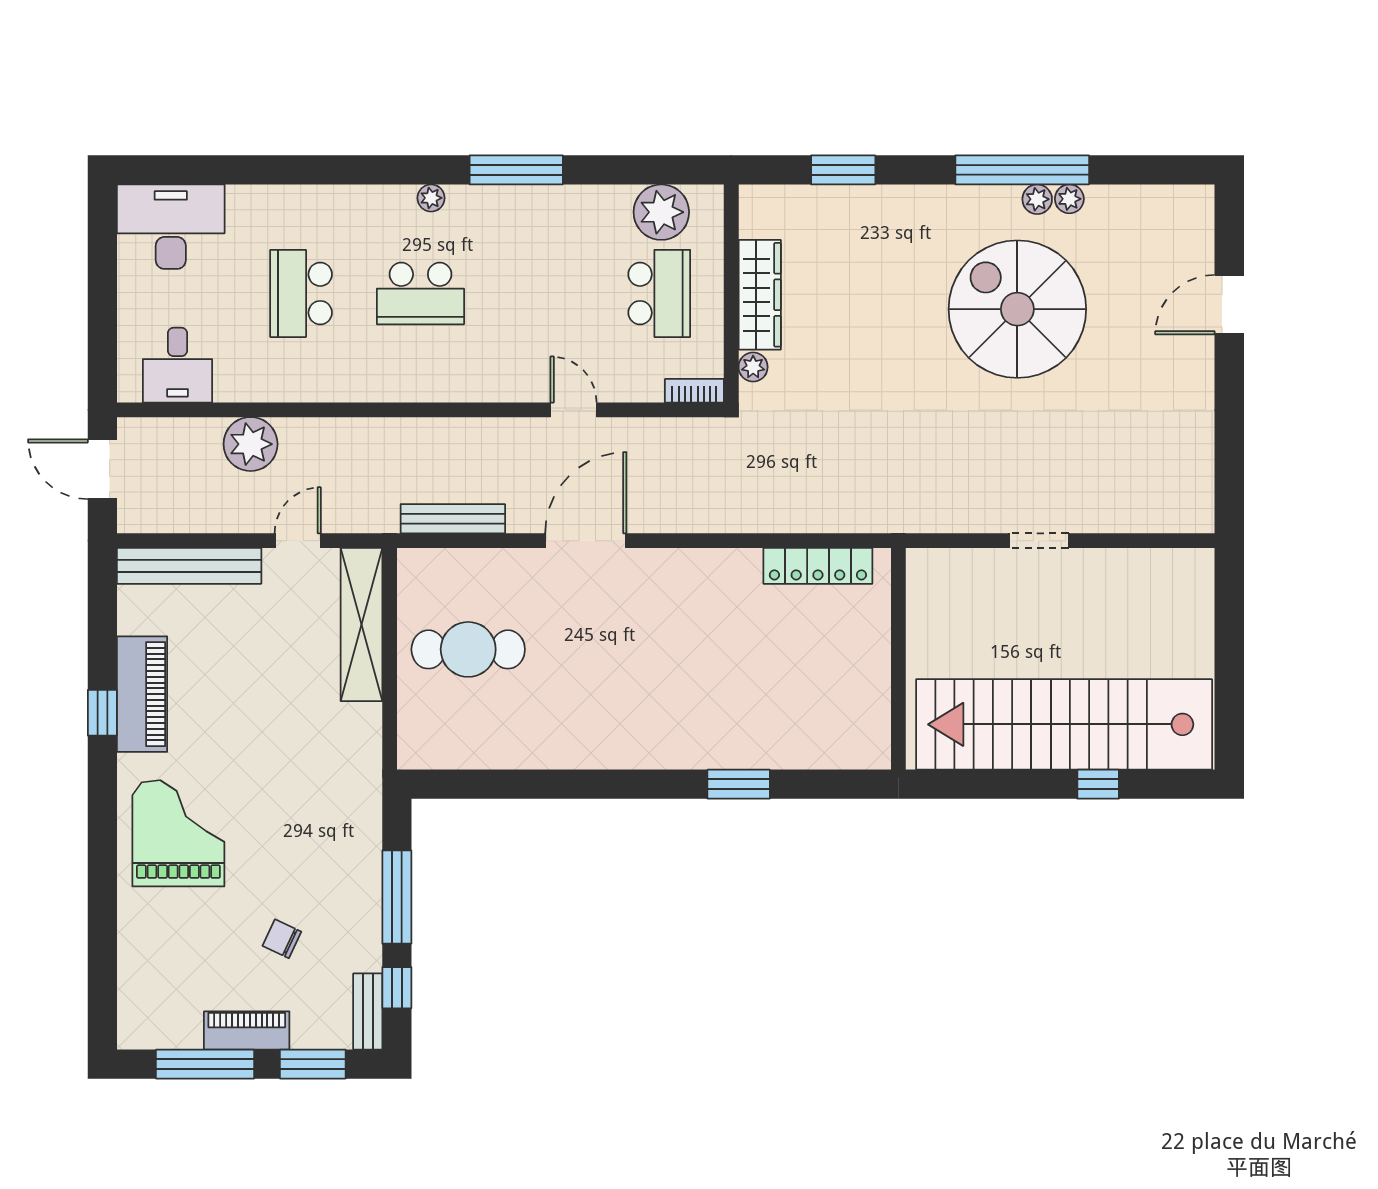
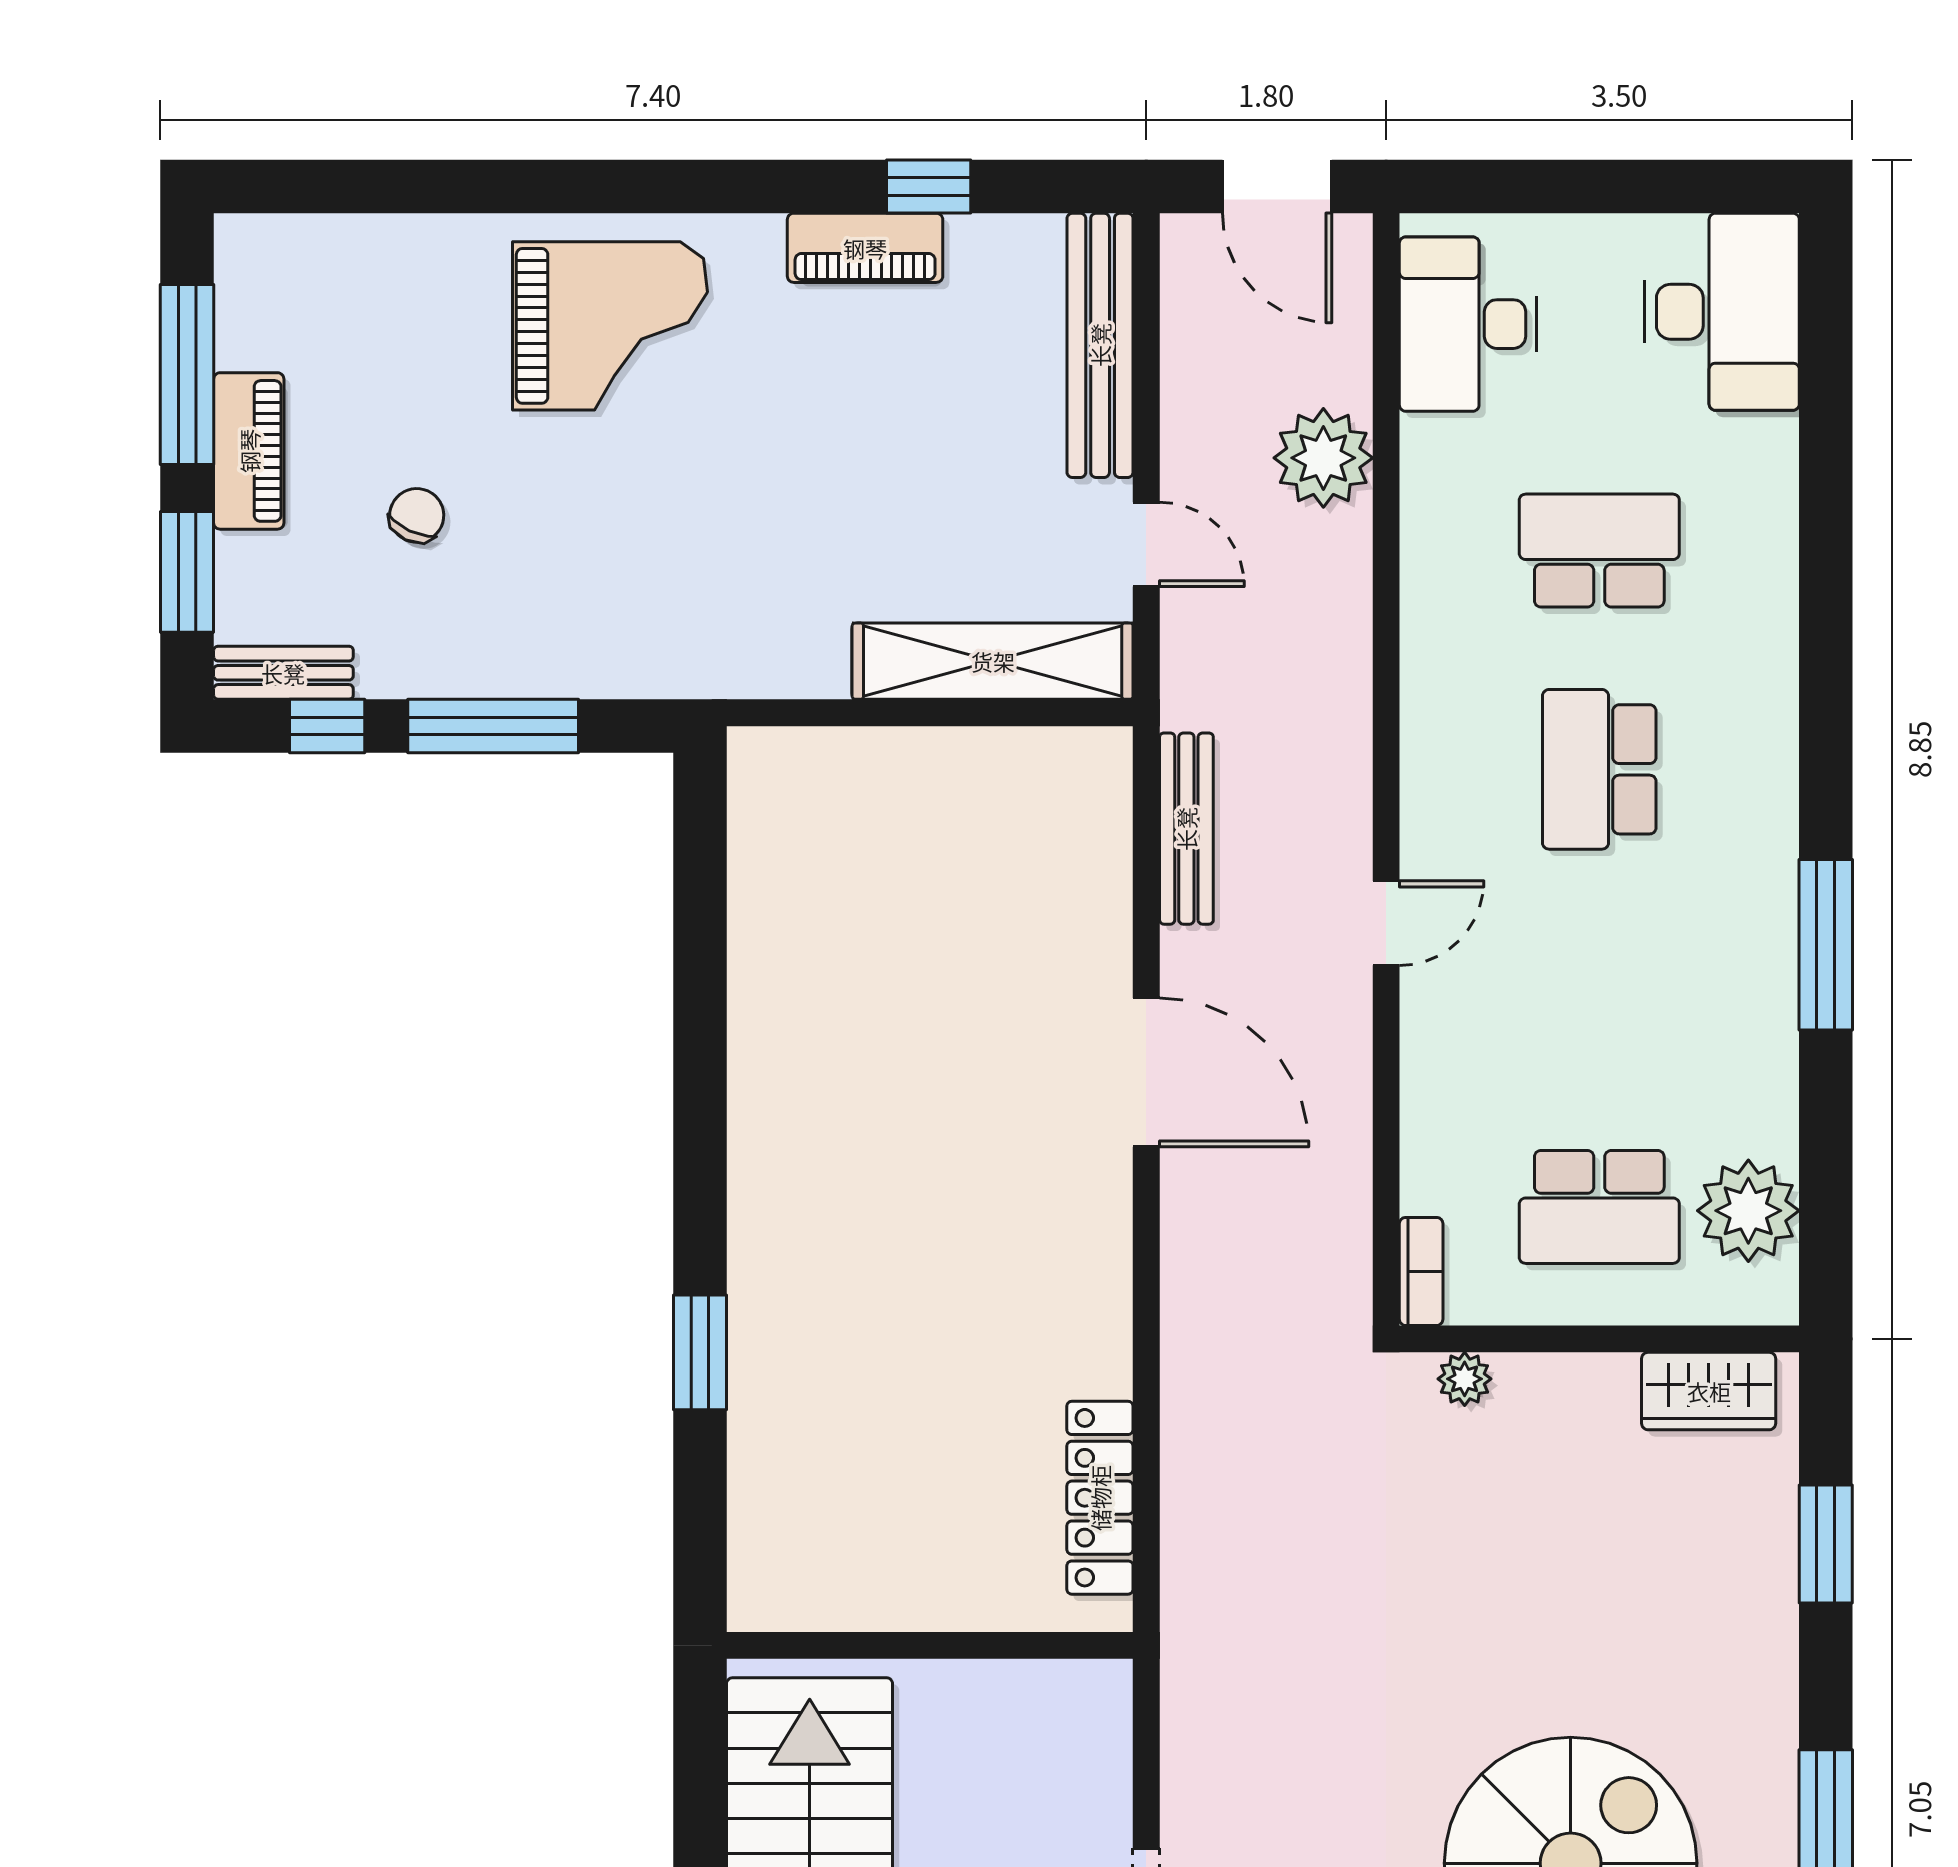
plant: (431, 198) -> (1774, 789), removed
wardrobe: (760, 295) -> (1709, 1391), moved, width x0.67
desk: (177, 365) -> (1468, 324), width x1.37
door: (573, 410) -> (1386, 923), moved
door: (102, 469) -> (1277, 186), swing flipped
cafe table: (468, 649) -> (947, 857), removed
piano: (142, 694) -> (865, 248), width x0.73, depth x0.75
window: (102, 713) -> (929, 186), moved

